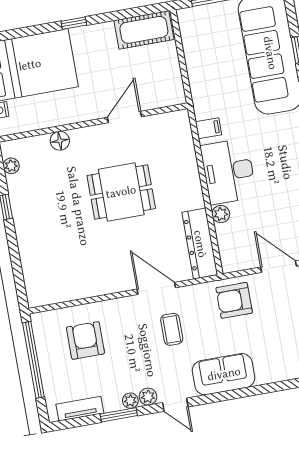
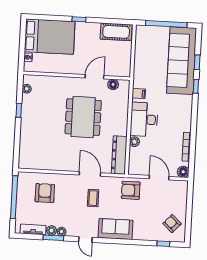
floor lamp: (60, 141) -> (113, 84), moved
dining table: (121, 192) -> (83, 117), width x1.38
plant: (148, 397) -> (51, 230), moved

